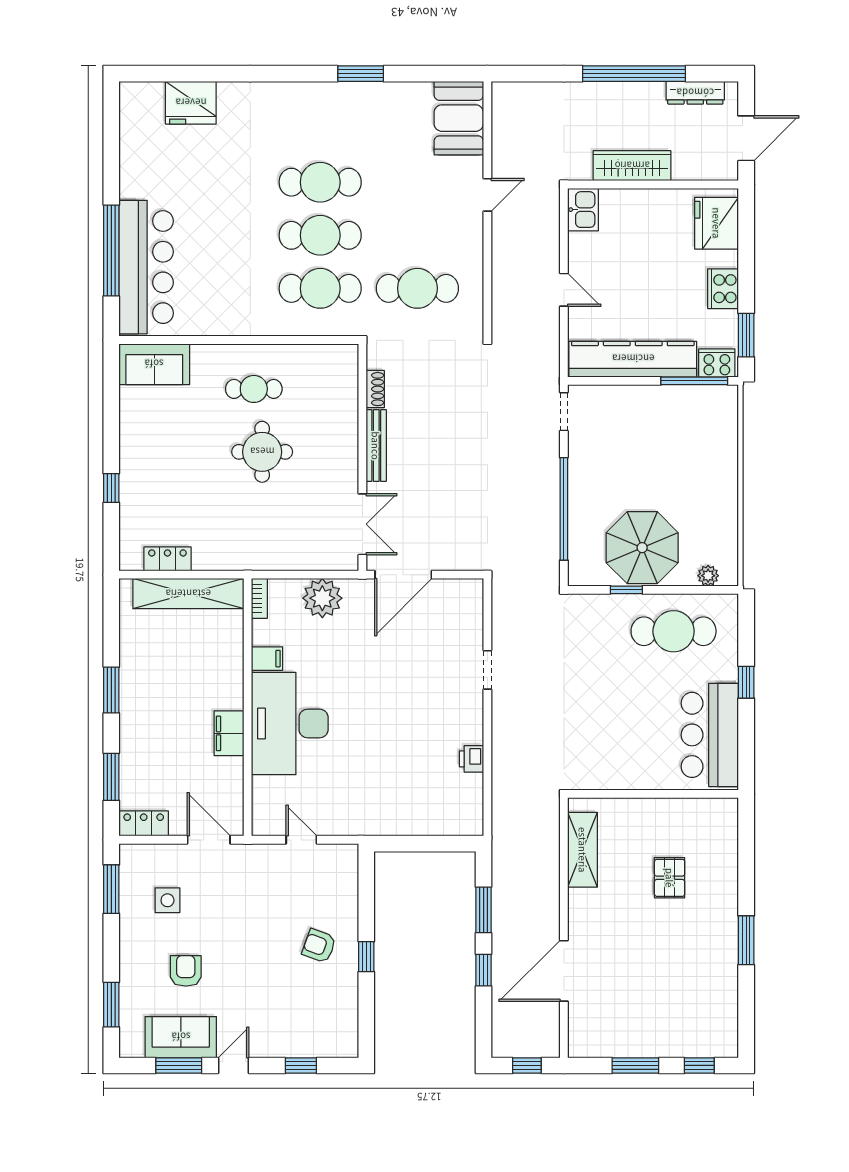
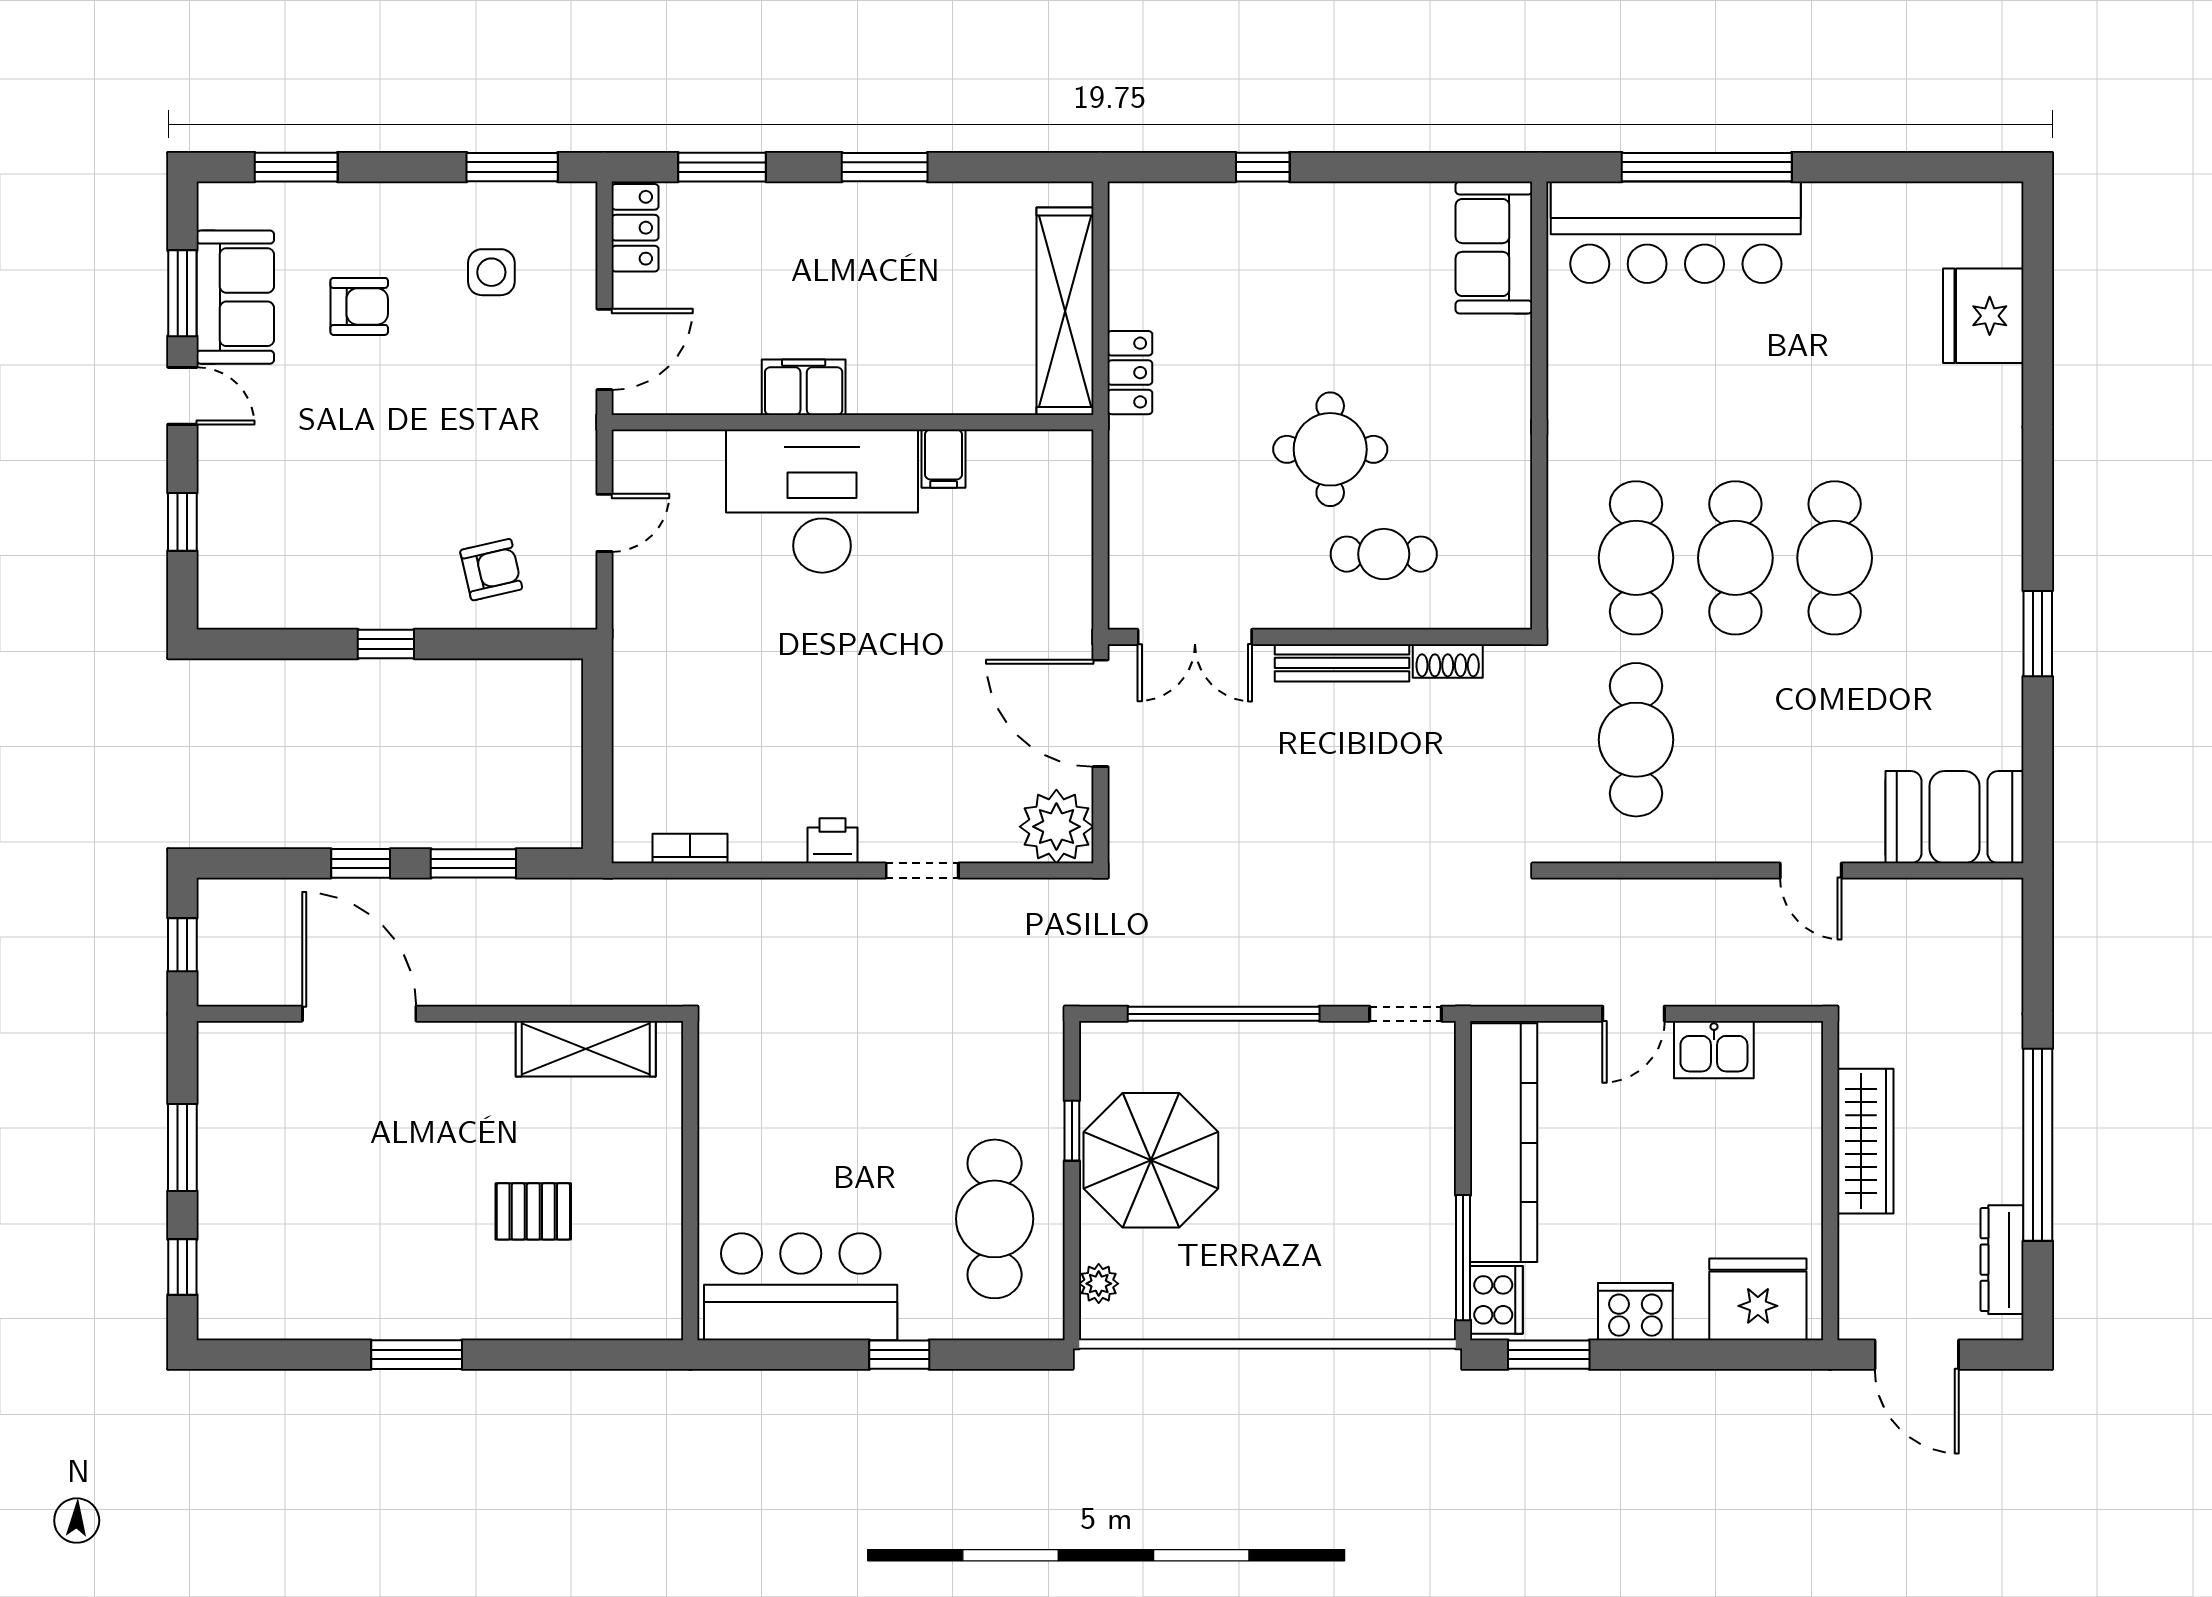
kitchen sink: (583, 210) -> (1714, 1050), moved
cafe table: (254, 389) -> (1384, 554), moved, turned 90
locker: (167, 559) -> (1130, 373), moved
bookcase: (259, 598) -> (690, 849), moved, turned 180
plant: (322, 598) -> (1056, 827), moved
printer: (471, 759) -> (833, 841), moved
armchair: (319, 946) -> (491, 570), moved, turned 57

